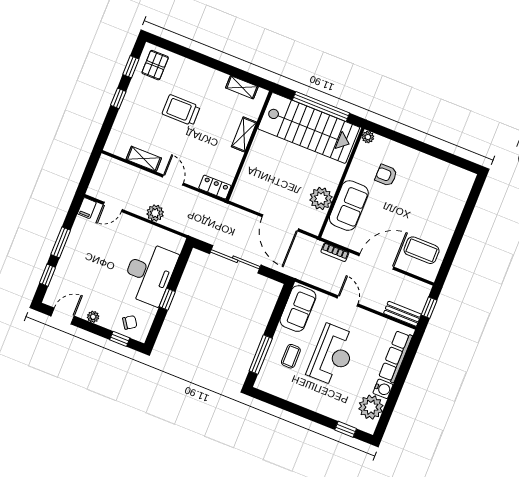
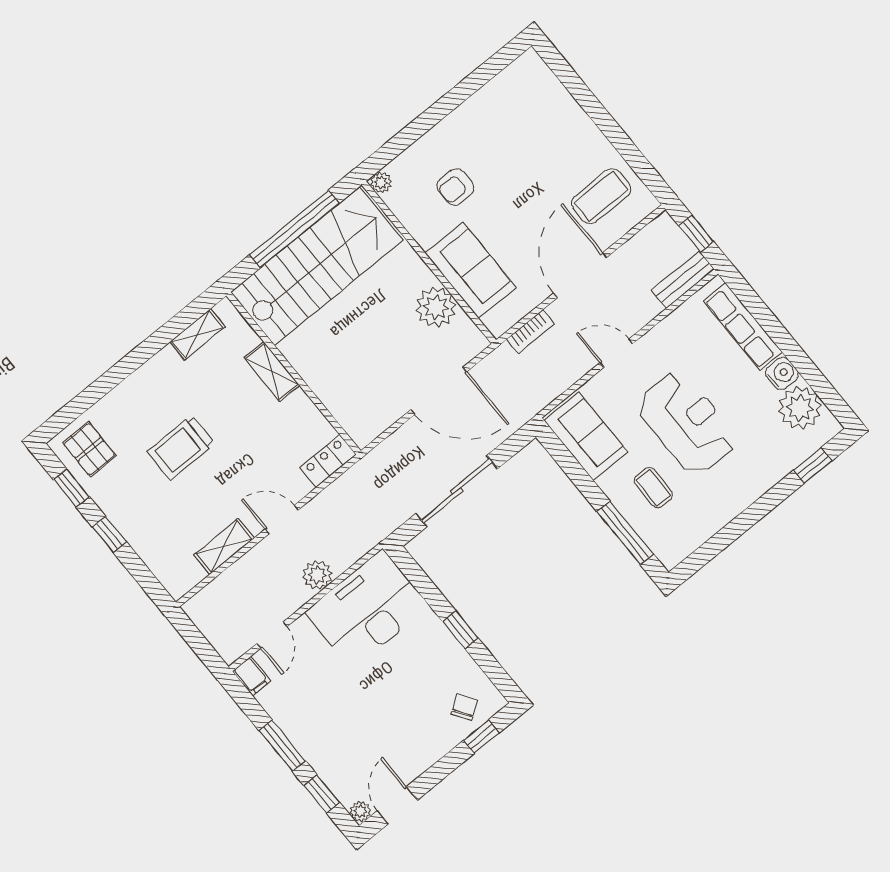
desk: (149, 273) -> (368, 609), moved, turned -90
plant: (93, 317) -> (360, 811), moved

